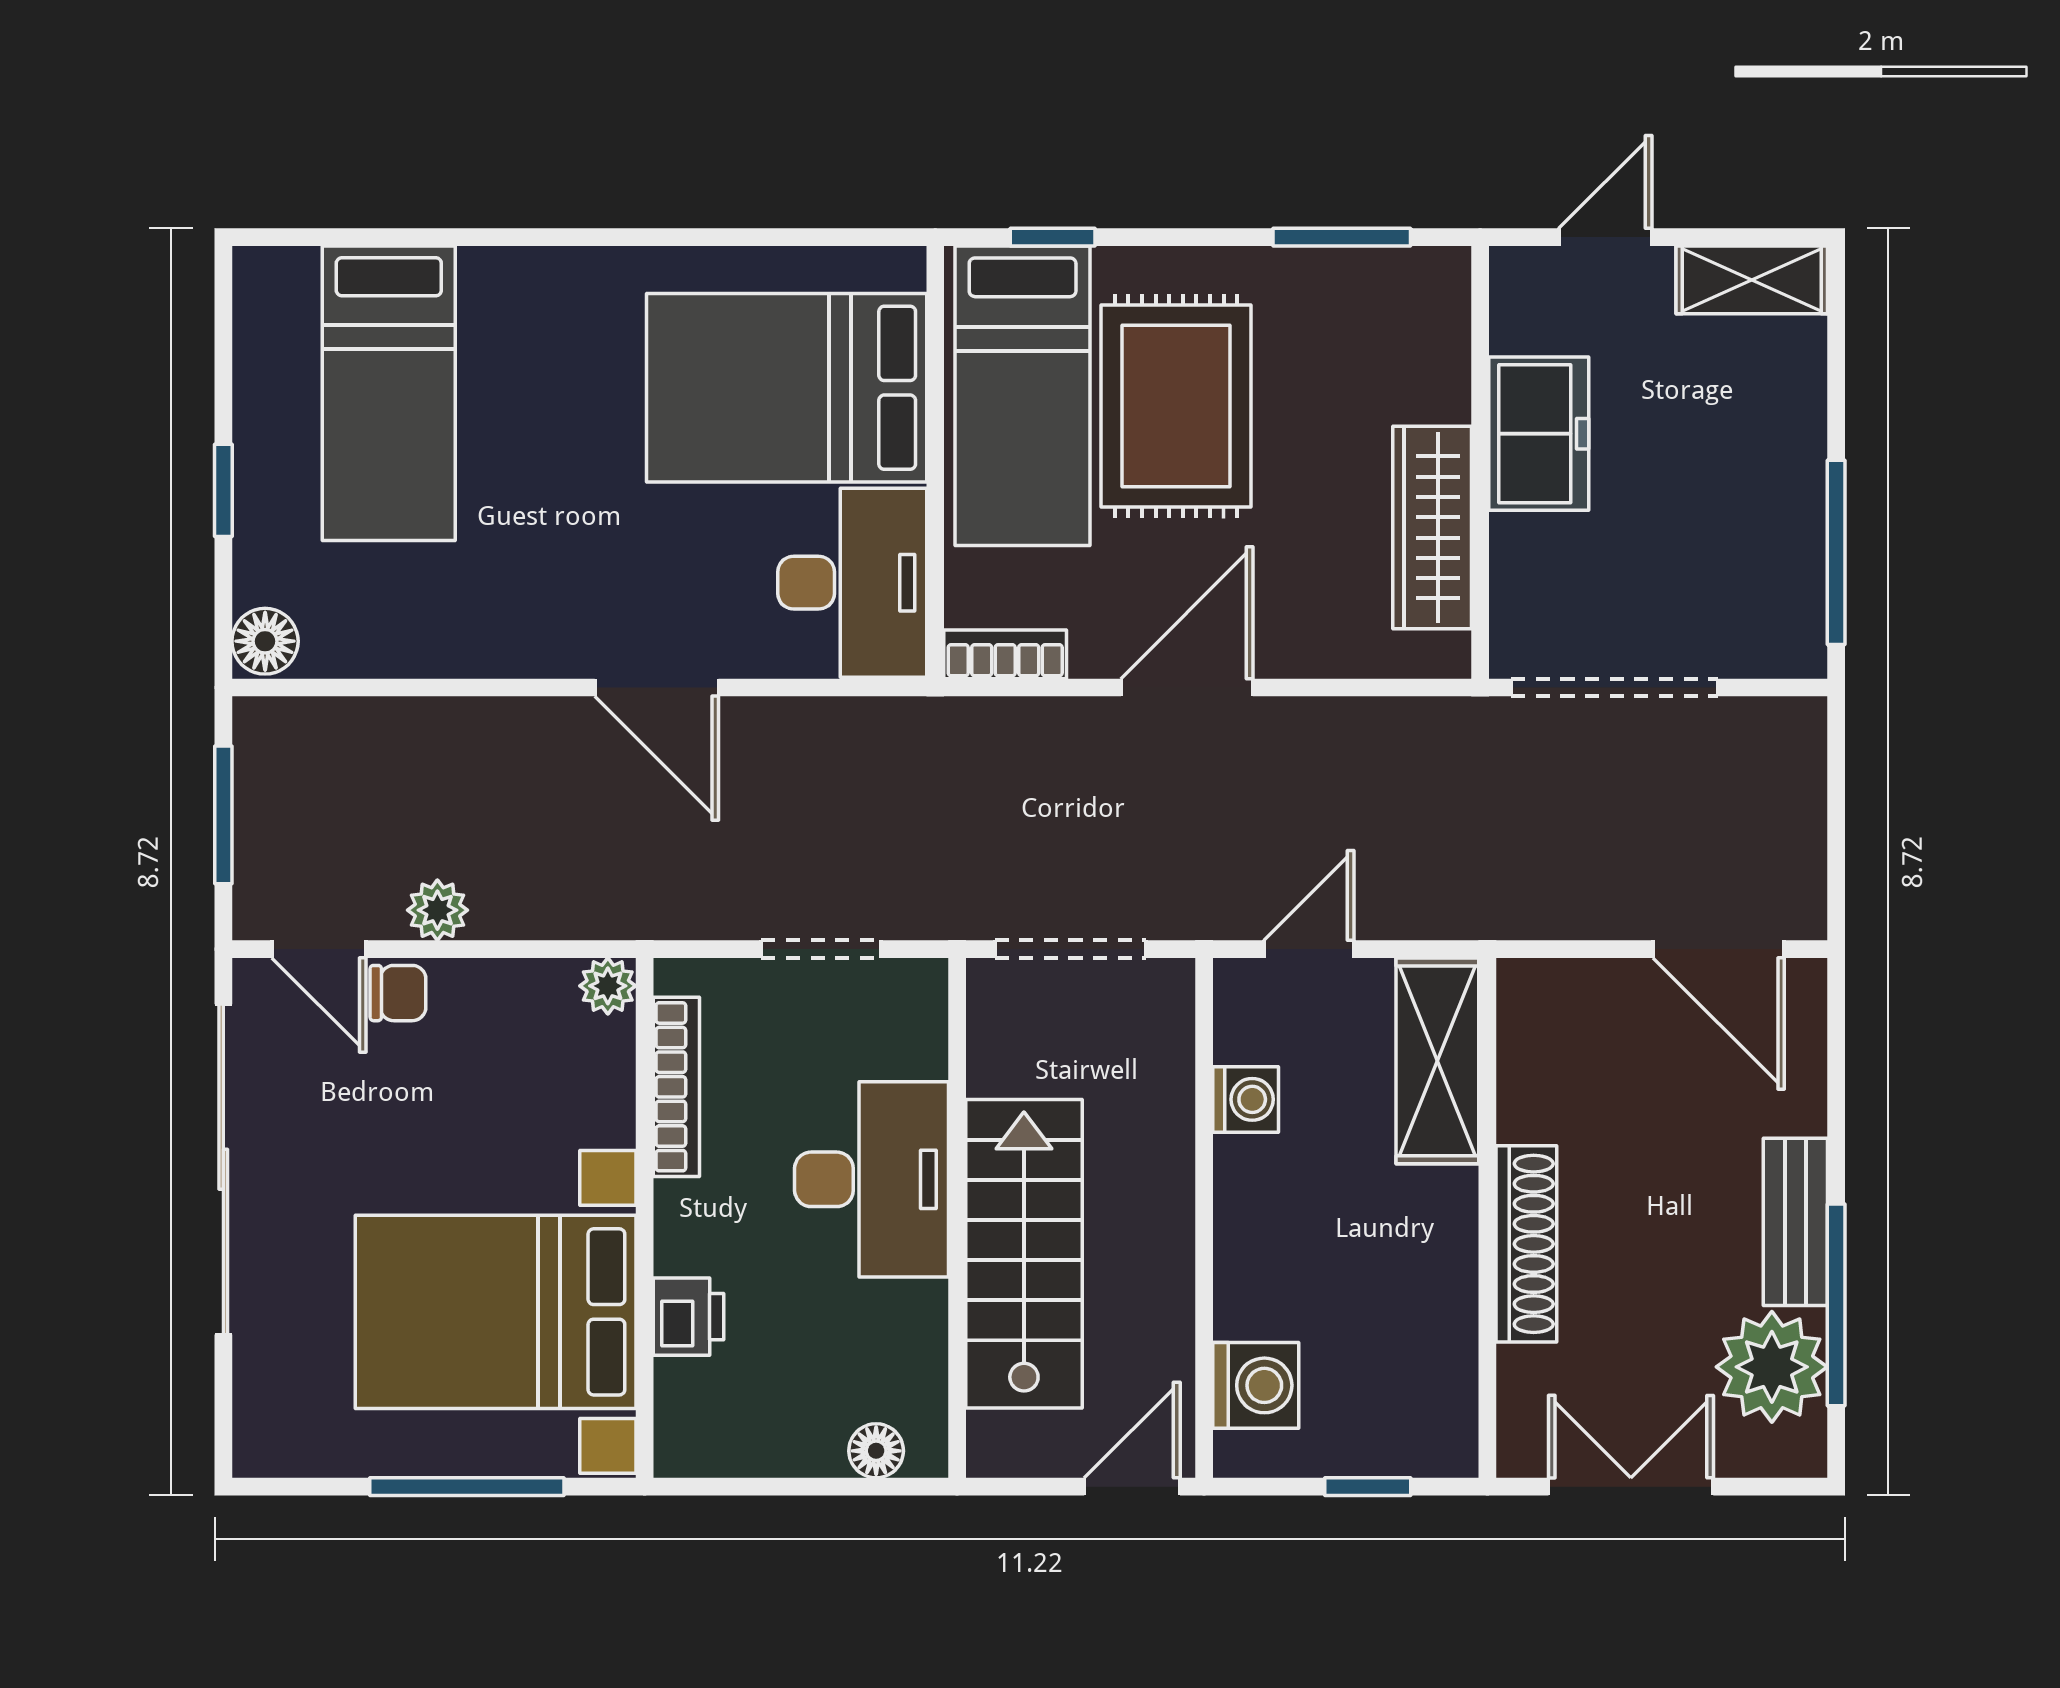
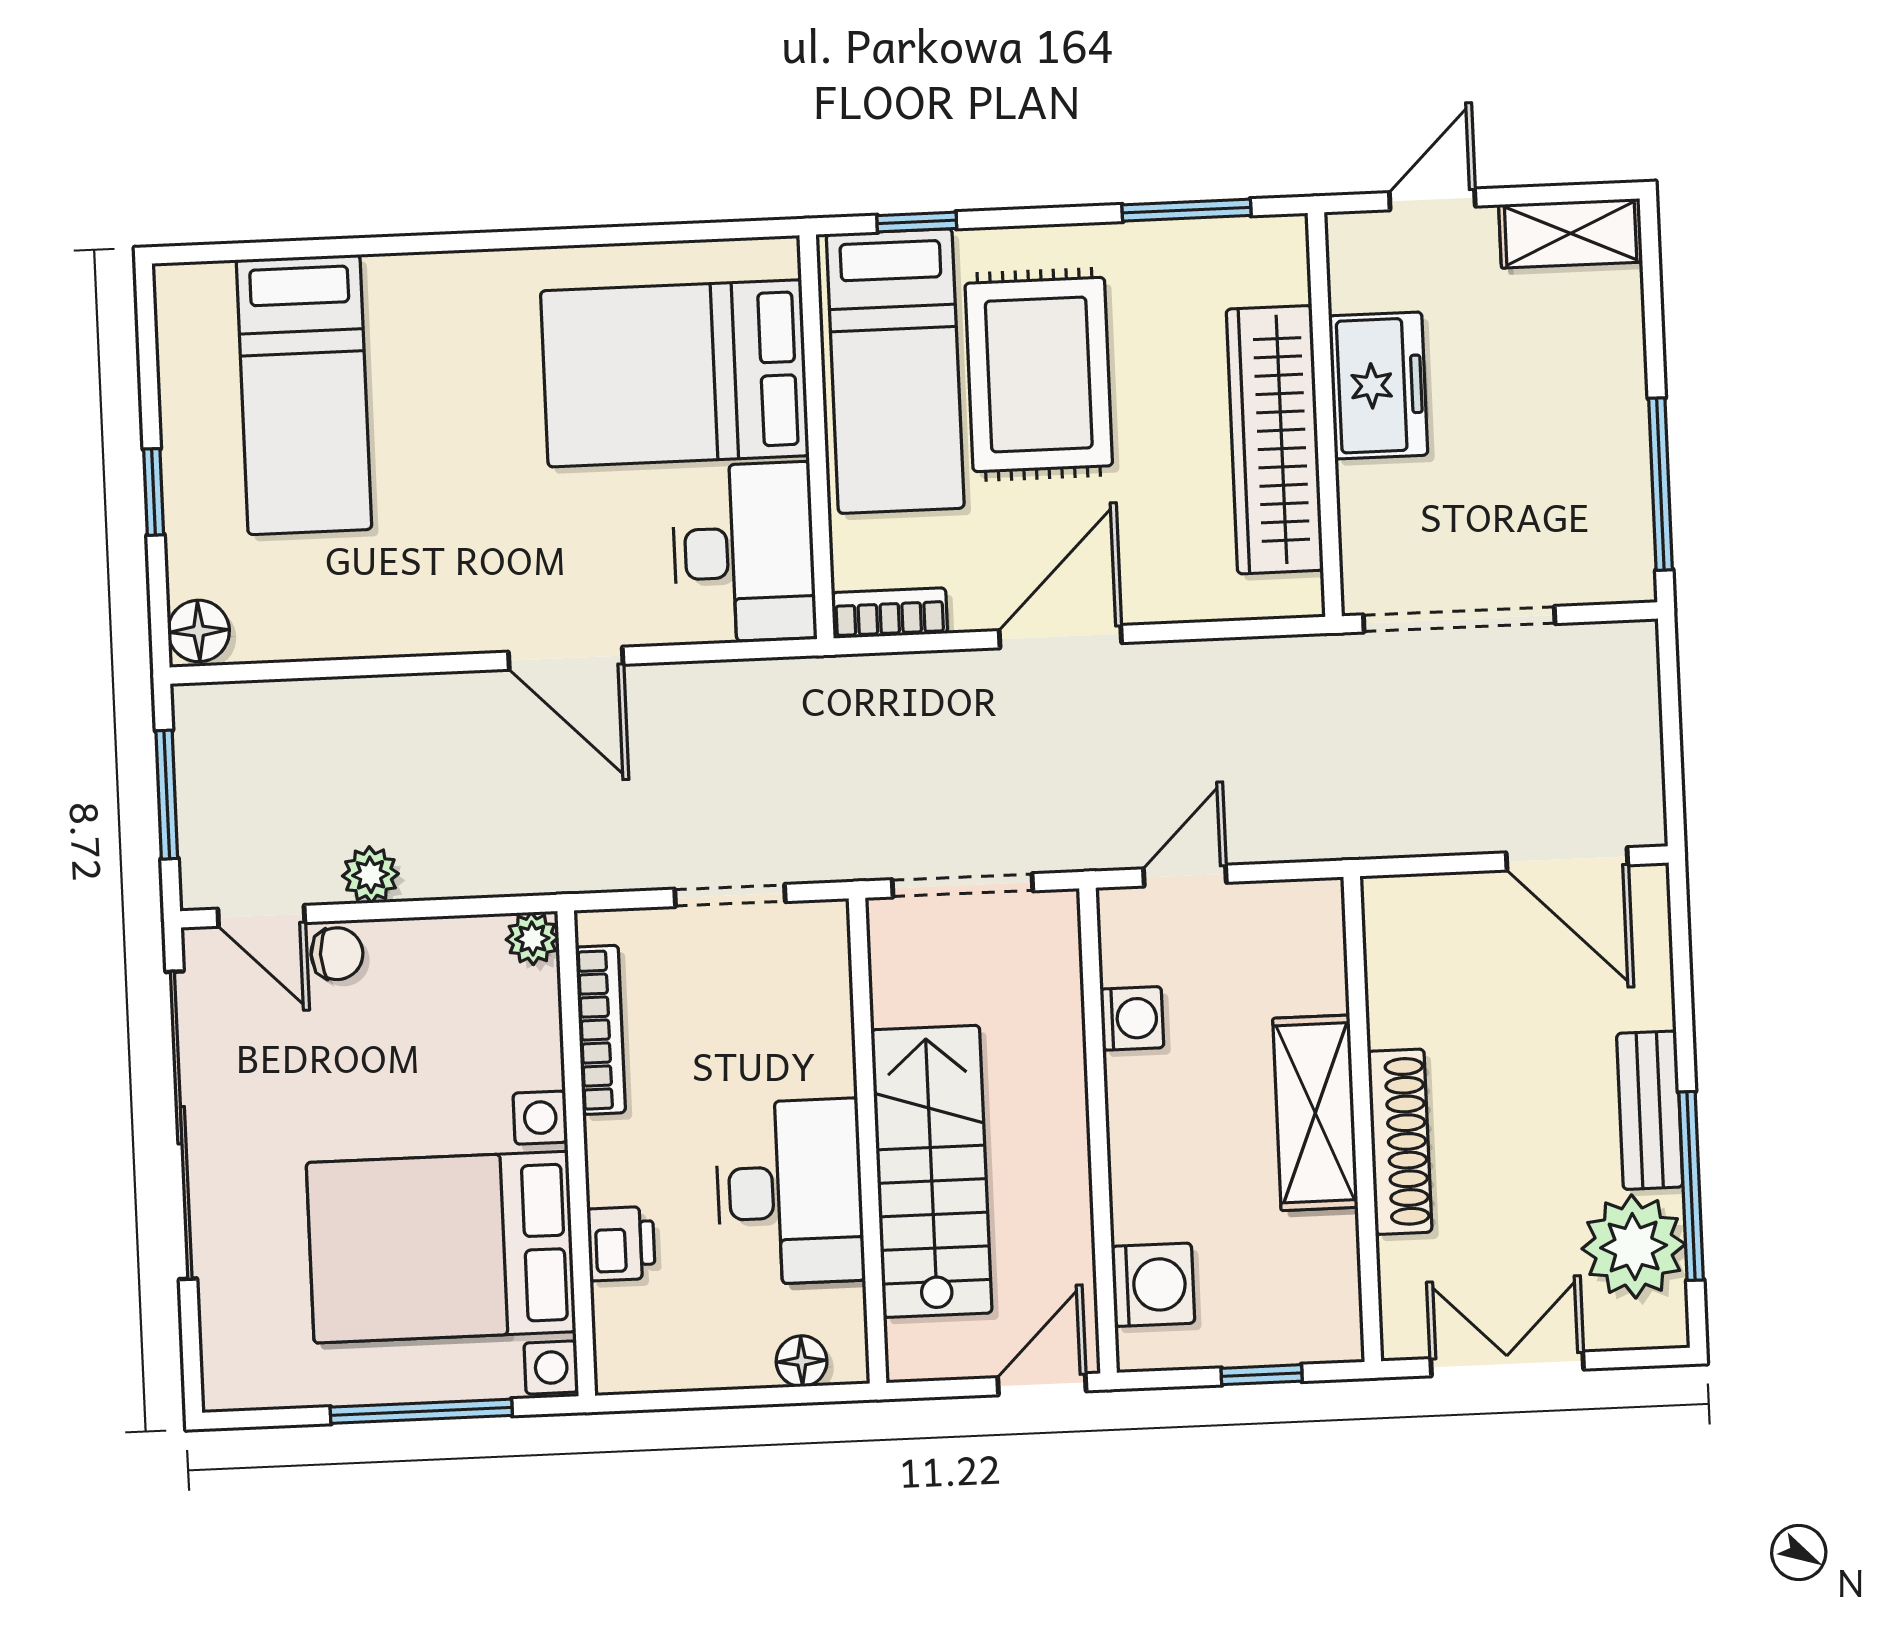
wardrobe: (1432, 527) -> (1275, 440), width x1.40, depth x1.17
shelving: (1437, 1061) -> (1315, 1113), moved
desk: (872, 1179) -> (790, 1192), moved

